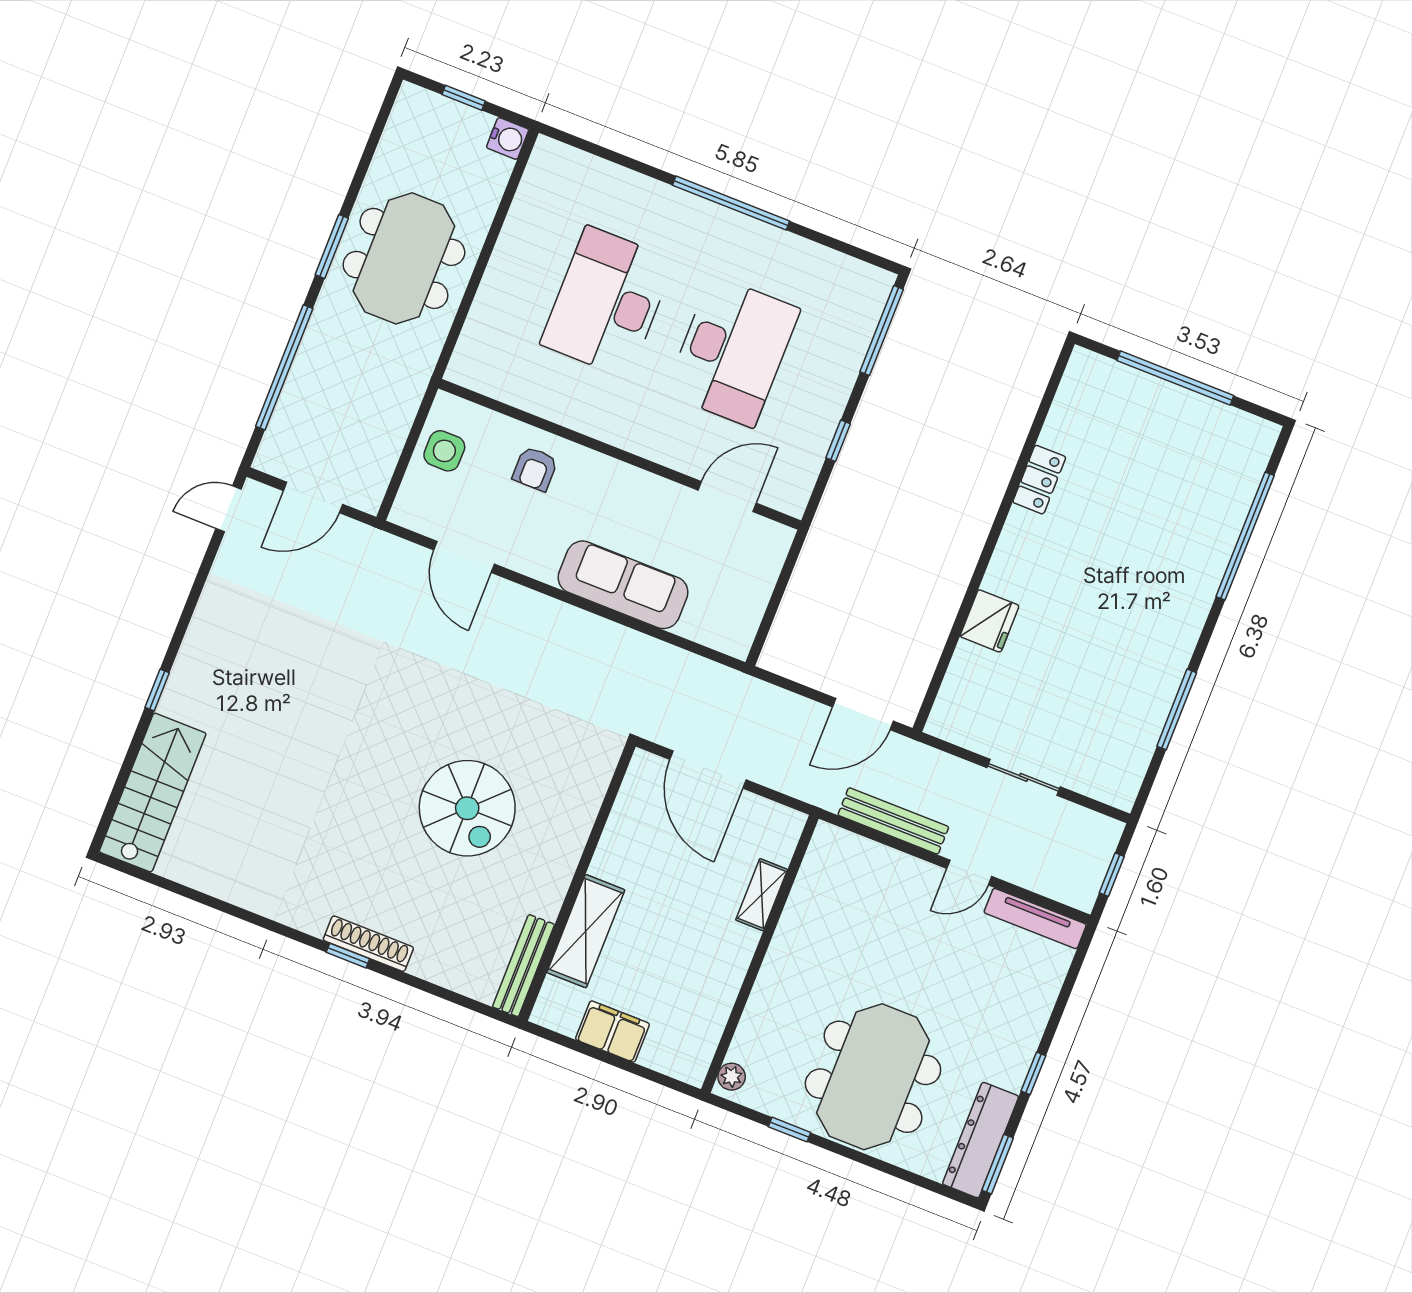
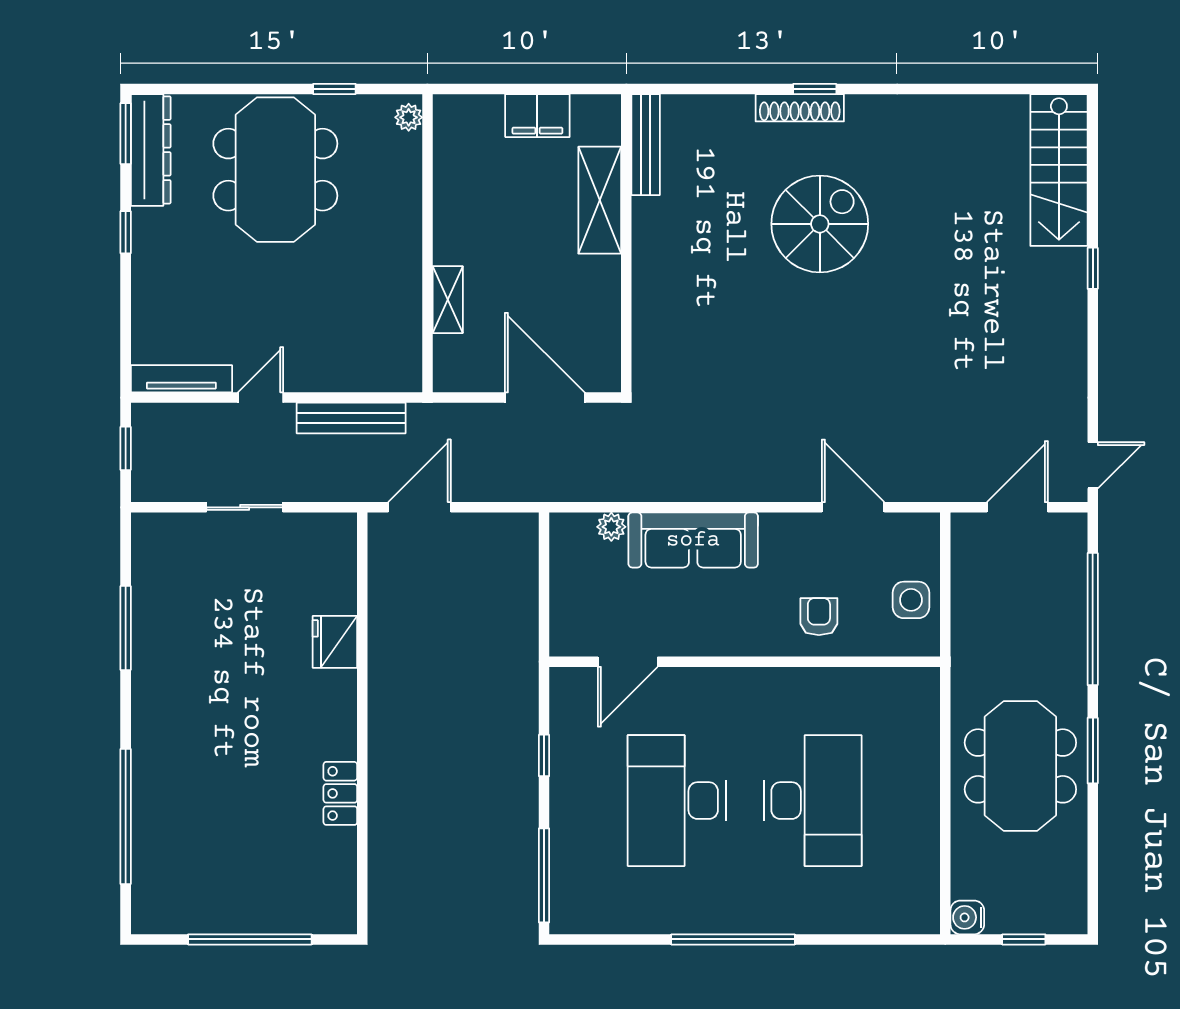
plant: (693, 627) -> (611, 527), added
spiral stairs: (467, 808) -> (820, 224), moved, turned 90

